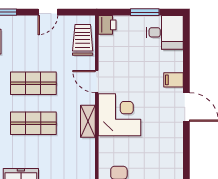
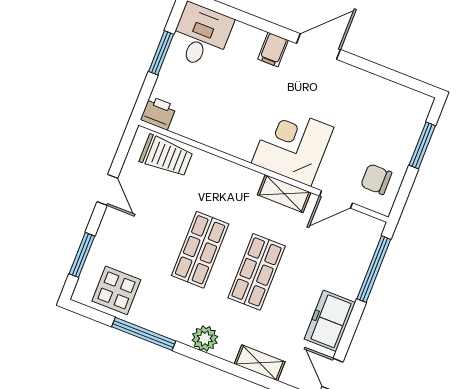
trolley: (83, 40) -> (166, 156), turned 180
door: (97, 82) -> (336, 199), moved

